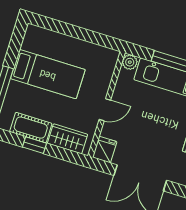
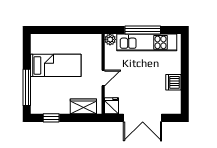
cot: (31, 128) -> (55, 106), removed
window: (35, 145) -> (51, 118), moved

